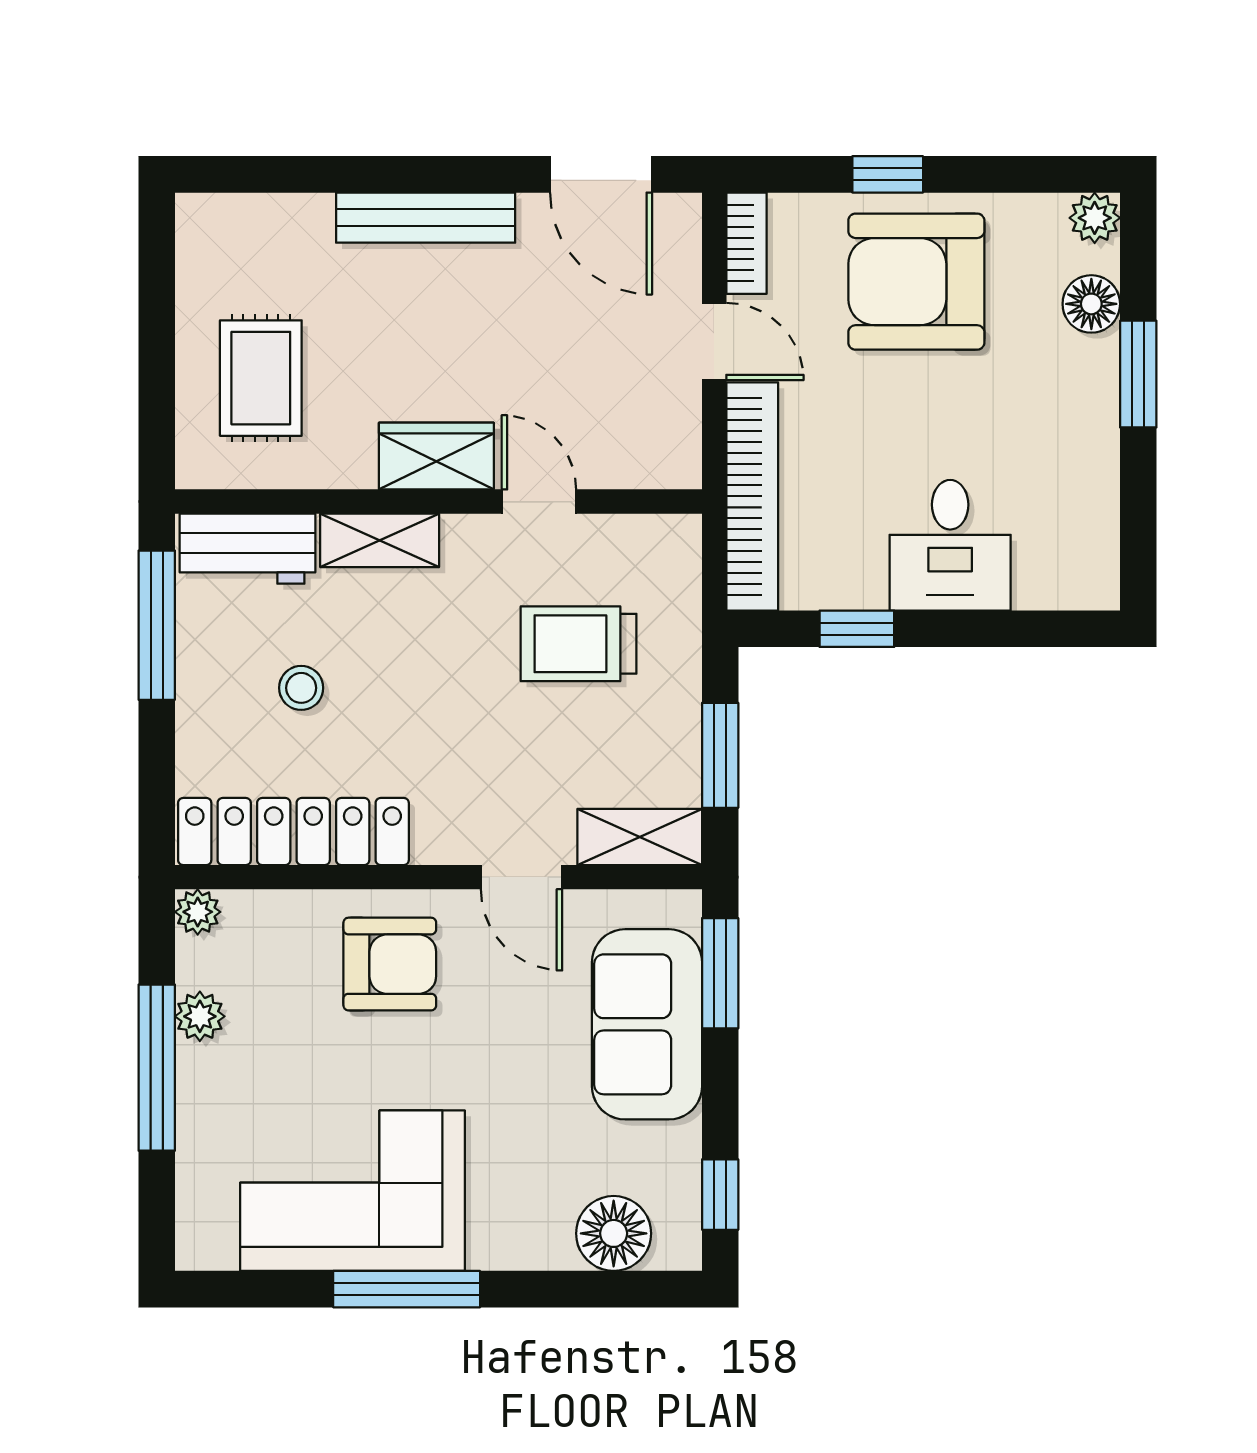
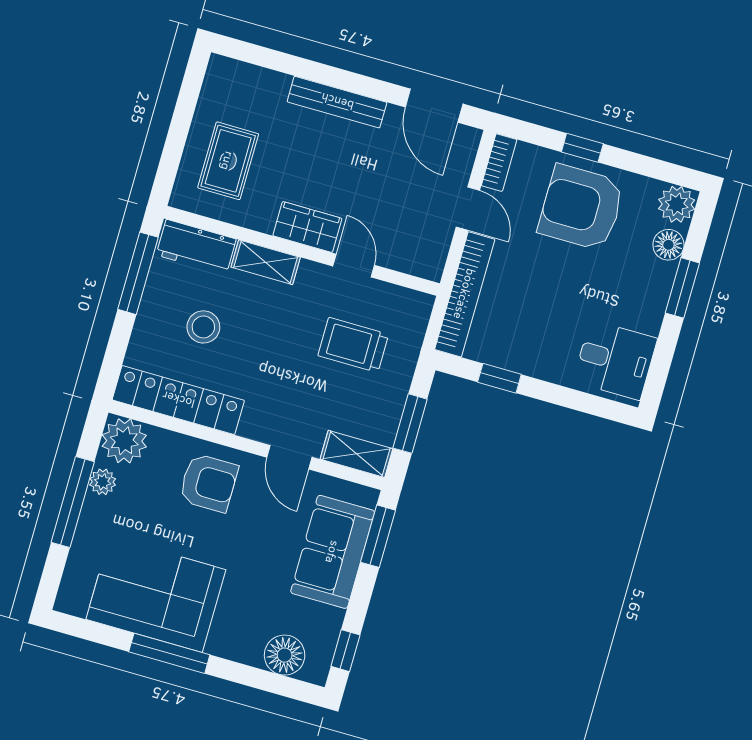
plant: (1095, 218) -> (677, 204), width x1.38, depth x1.38
desk: (950, 545) -> (615, 360), moved, turned -90
stool: (301, 688) -> (203, 327), width x1.37, depth x1.37
plant: (198, 912) -> (124, 441), width x1.88, depth x1.88

